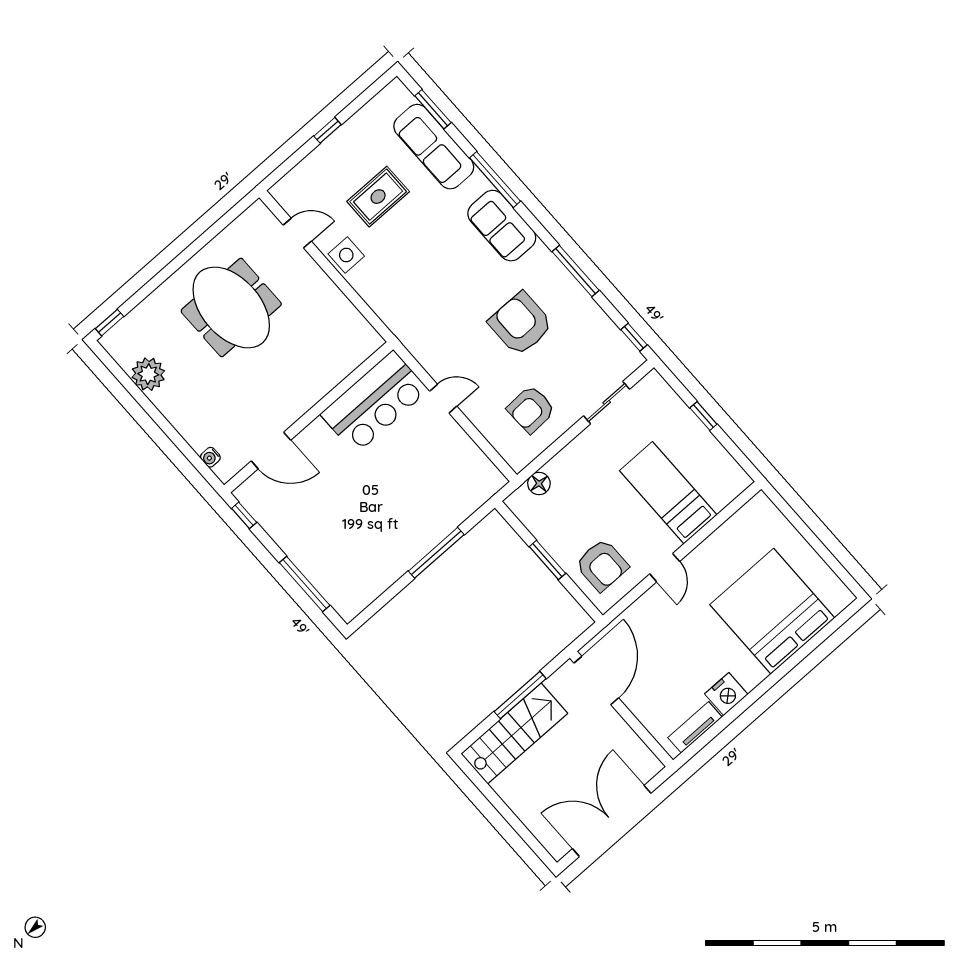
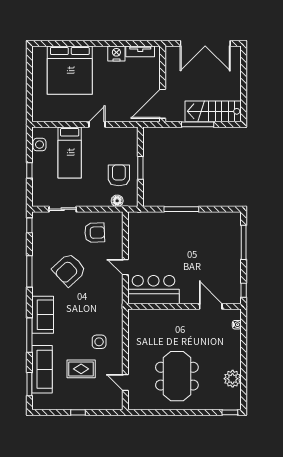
side table: (346, 255) -> (99, 342), moved
armchair: (521, 324) -> (69, 270), turned 47
side table: (722, 466) -> (40, 145), added
armchair: (602, 565) -> (119, 175), moved

